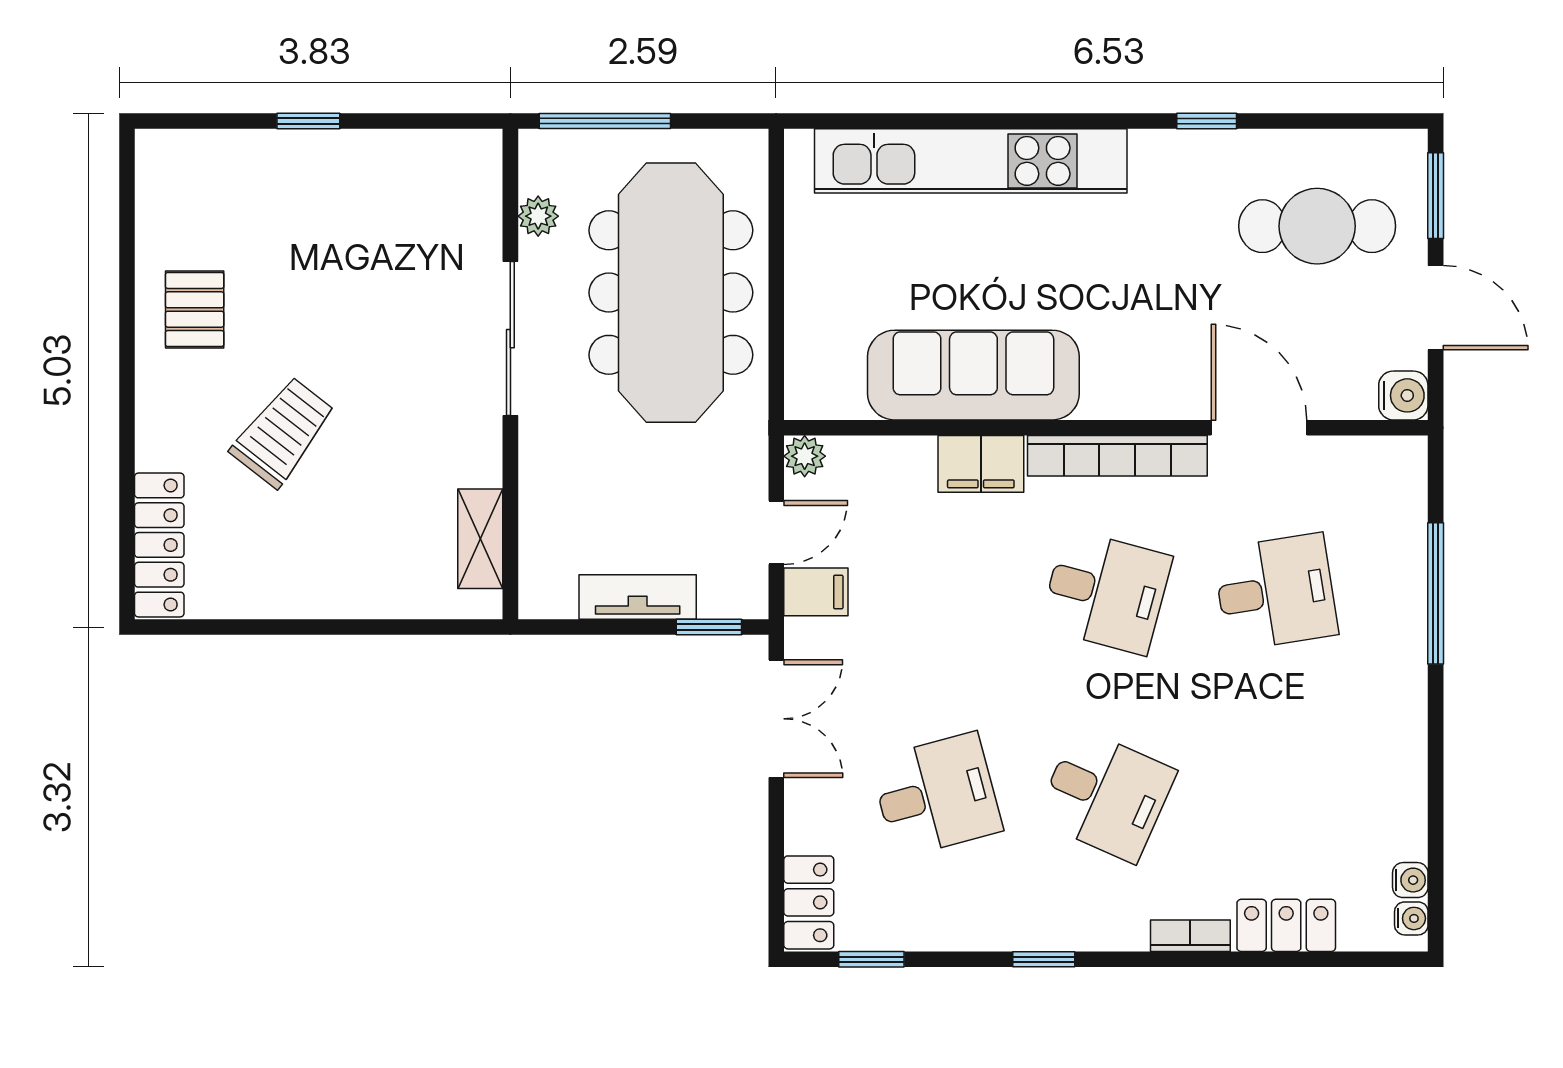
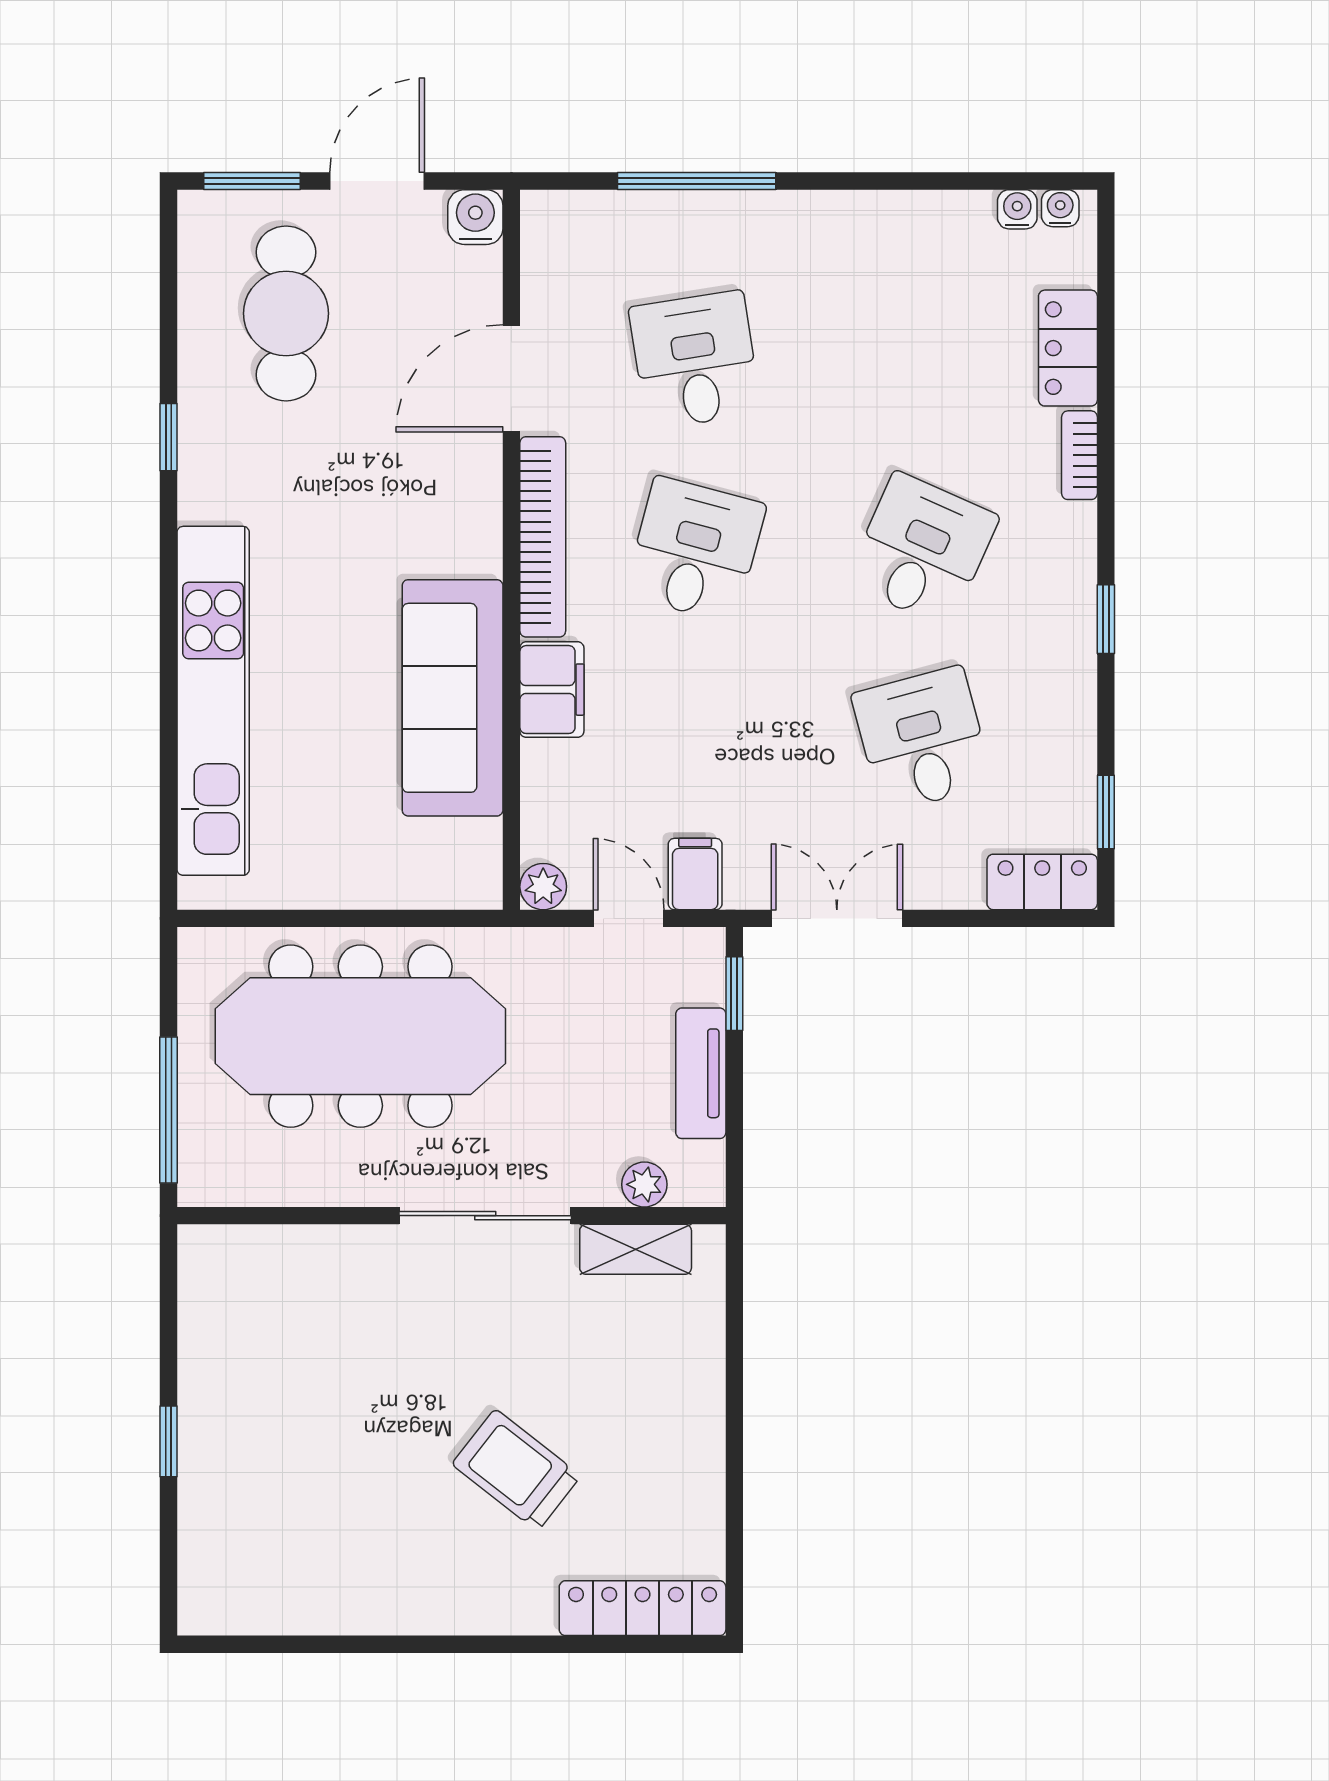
plant: (538, 216) -> (644, 1184), moved
pallet: (195, 310) -> (379, 1569), removed
sliding door: (510, 339) -> (485, 1216), moved

